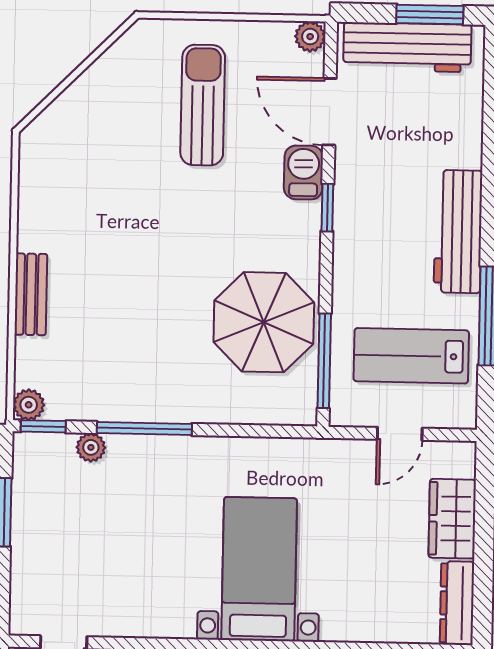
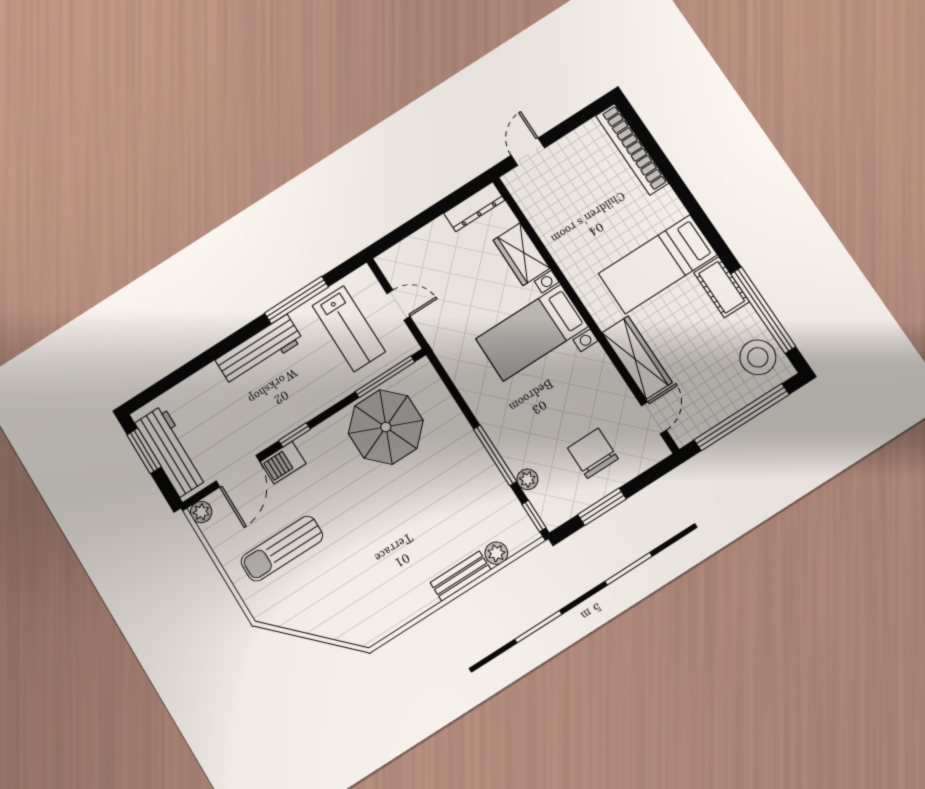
plant: (29, 405) -> (496, 553), moved
wardrobe: (452, 519) -> (521, 254), moved, turned 90
chair: (70, 544) -> (593, 453), added

